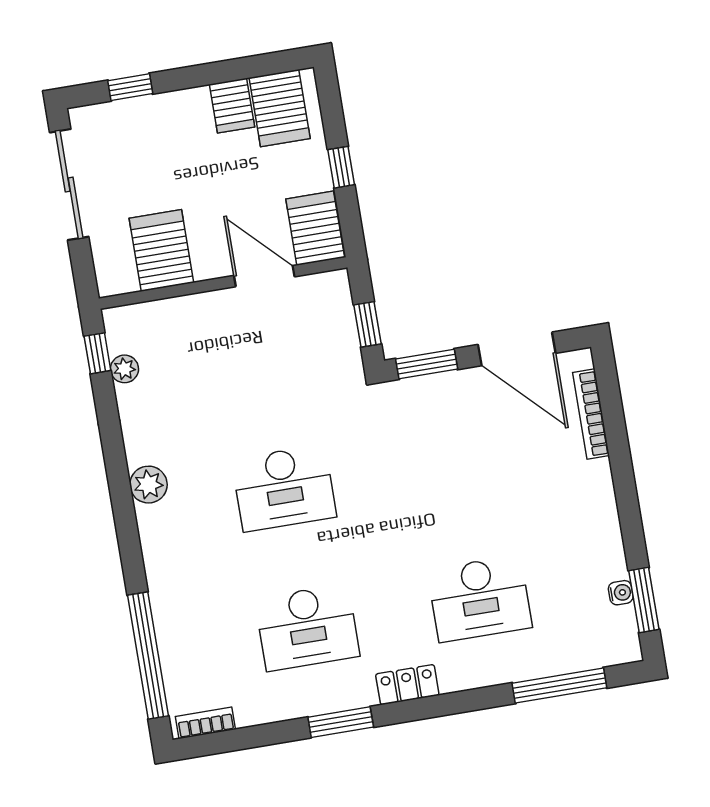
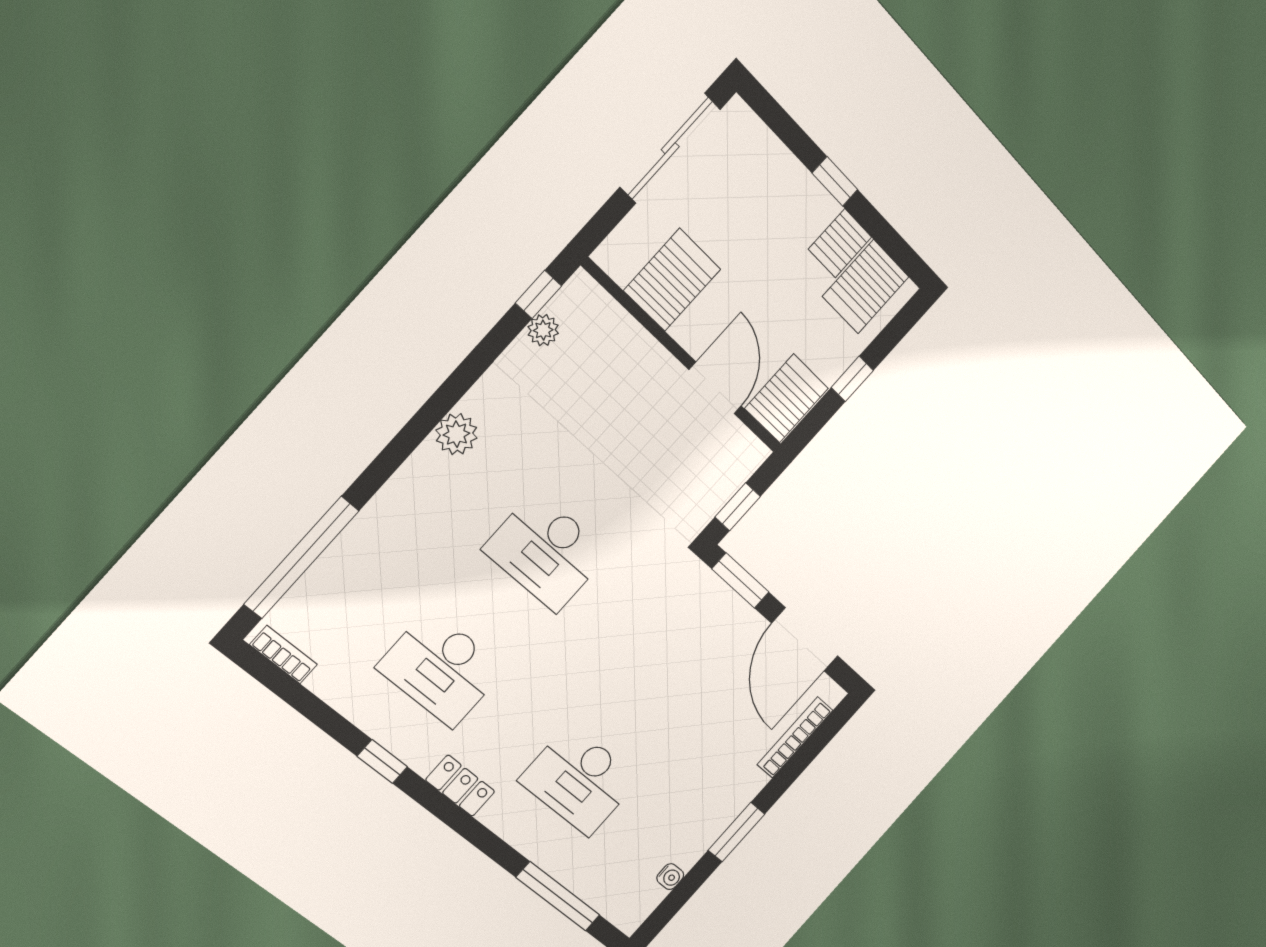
window: (130, 87) -> (835, 181), moved
window: (644, 600) -> (736, 832), moved
window: (341, 722) -> (382, 761), width x0.67

